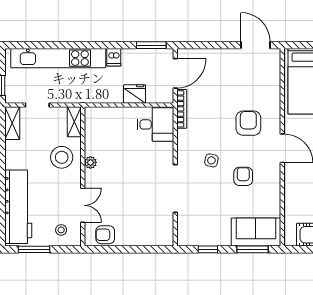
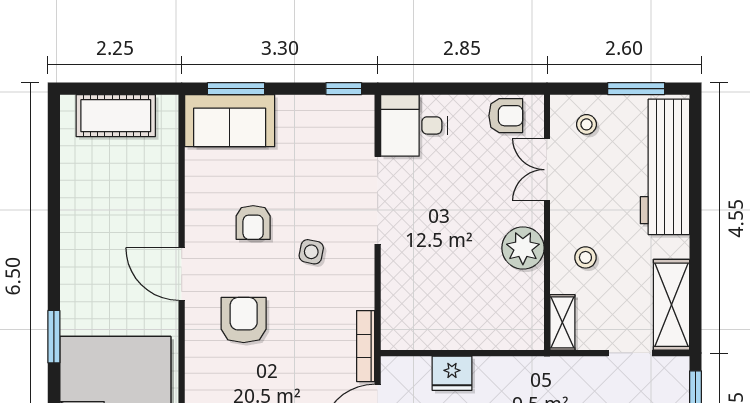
shelving: (12, 123) -> (671, 305), width x1.50, depth x1.33
armchair: (248, 123) -> (244, 320), turned 180
desk: (155, 124) -> (414, 125), moved
stool: (62, 157) -> (585, 257), width x0.53, depth x0.53
plant: (90, 162) -> (523, 248), width x1.88, depth x1.88
window: (208, 249) -> (344, 89), moved

